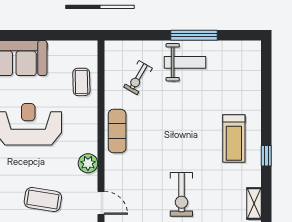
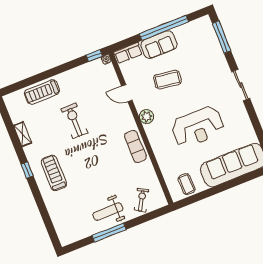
exercise bike: (138, 78) -> (142, 200), moved
coffee table: (81, 82) -> (187, 184), moved

